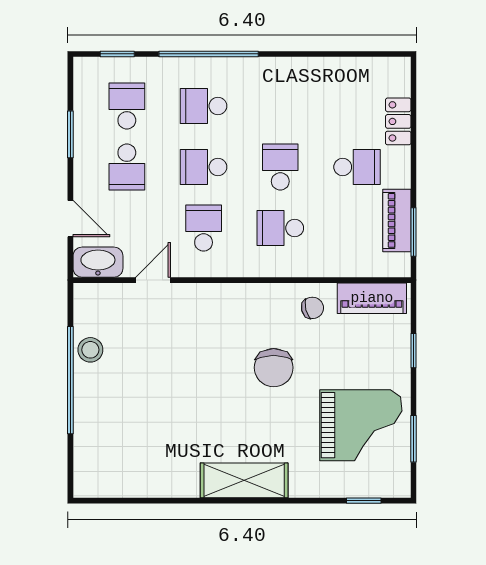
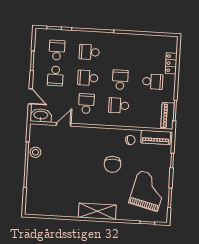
piano: (397, 220) -> (168, 116), moved
grand piano: (361, 425) -> (148, 191), turned -76

